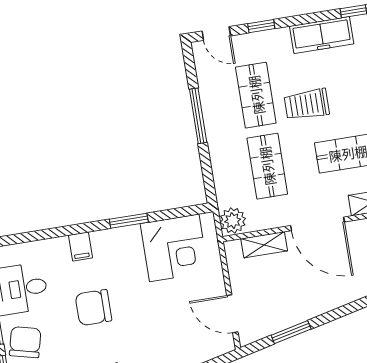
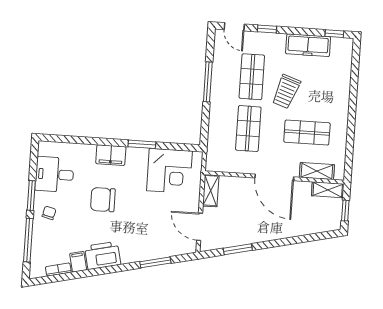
trolley: (307, 104) -> (286, 92), turned -71
plant: (233, 221) -> (215, 161), removed
shelving: (264, 245) -> (211, 191), moved, turned 90
filing cabinet: (80, 247) -> (111, 155), width x2.00
chair: (25, 342) -> (49, 213), width x0.54, depth x0.54

